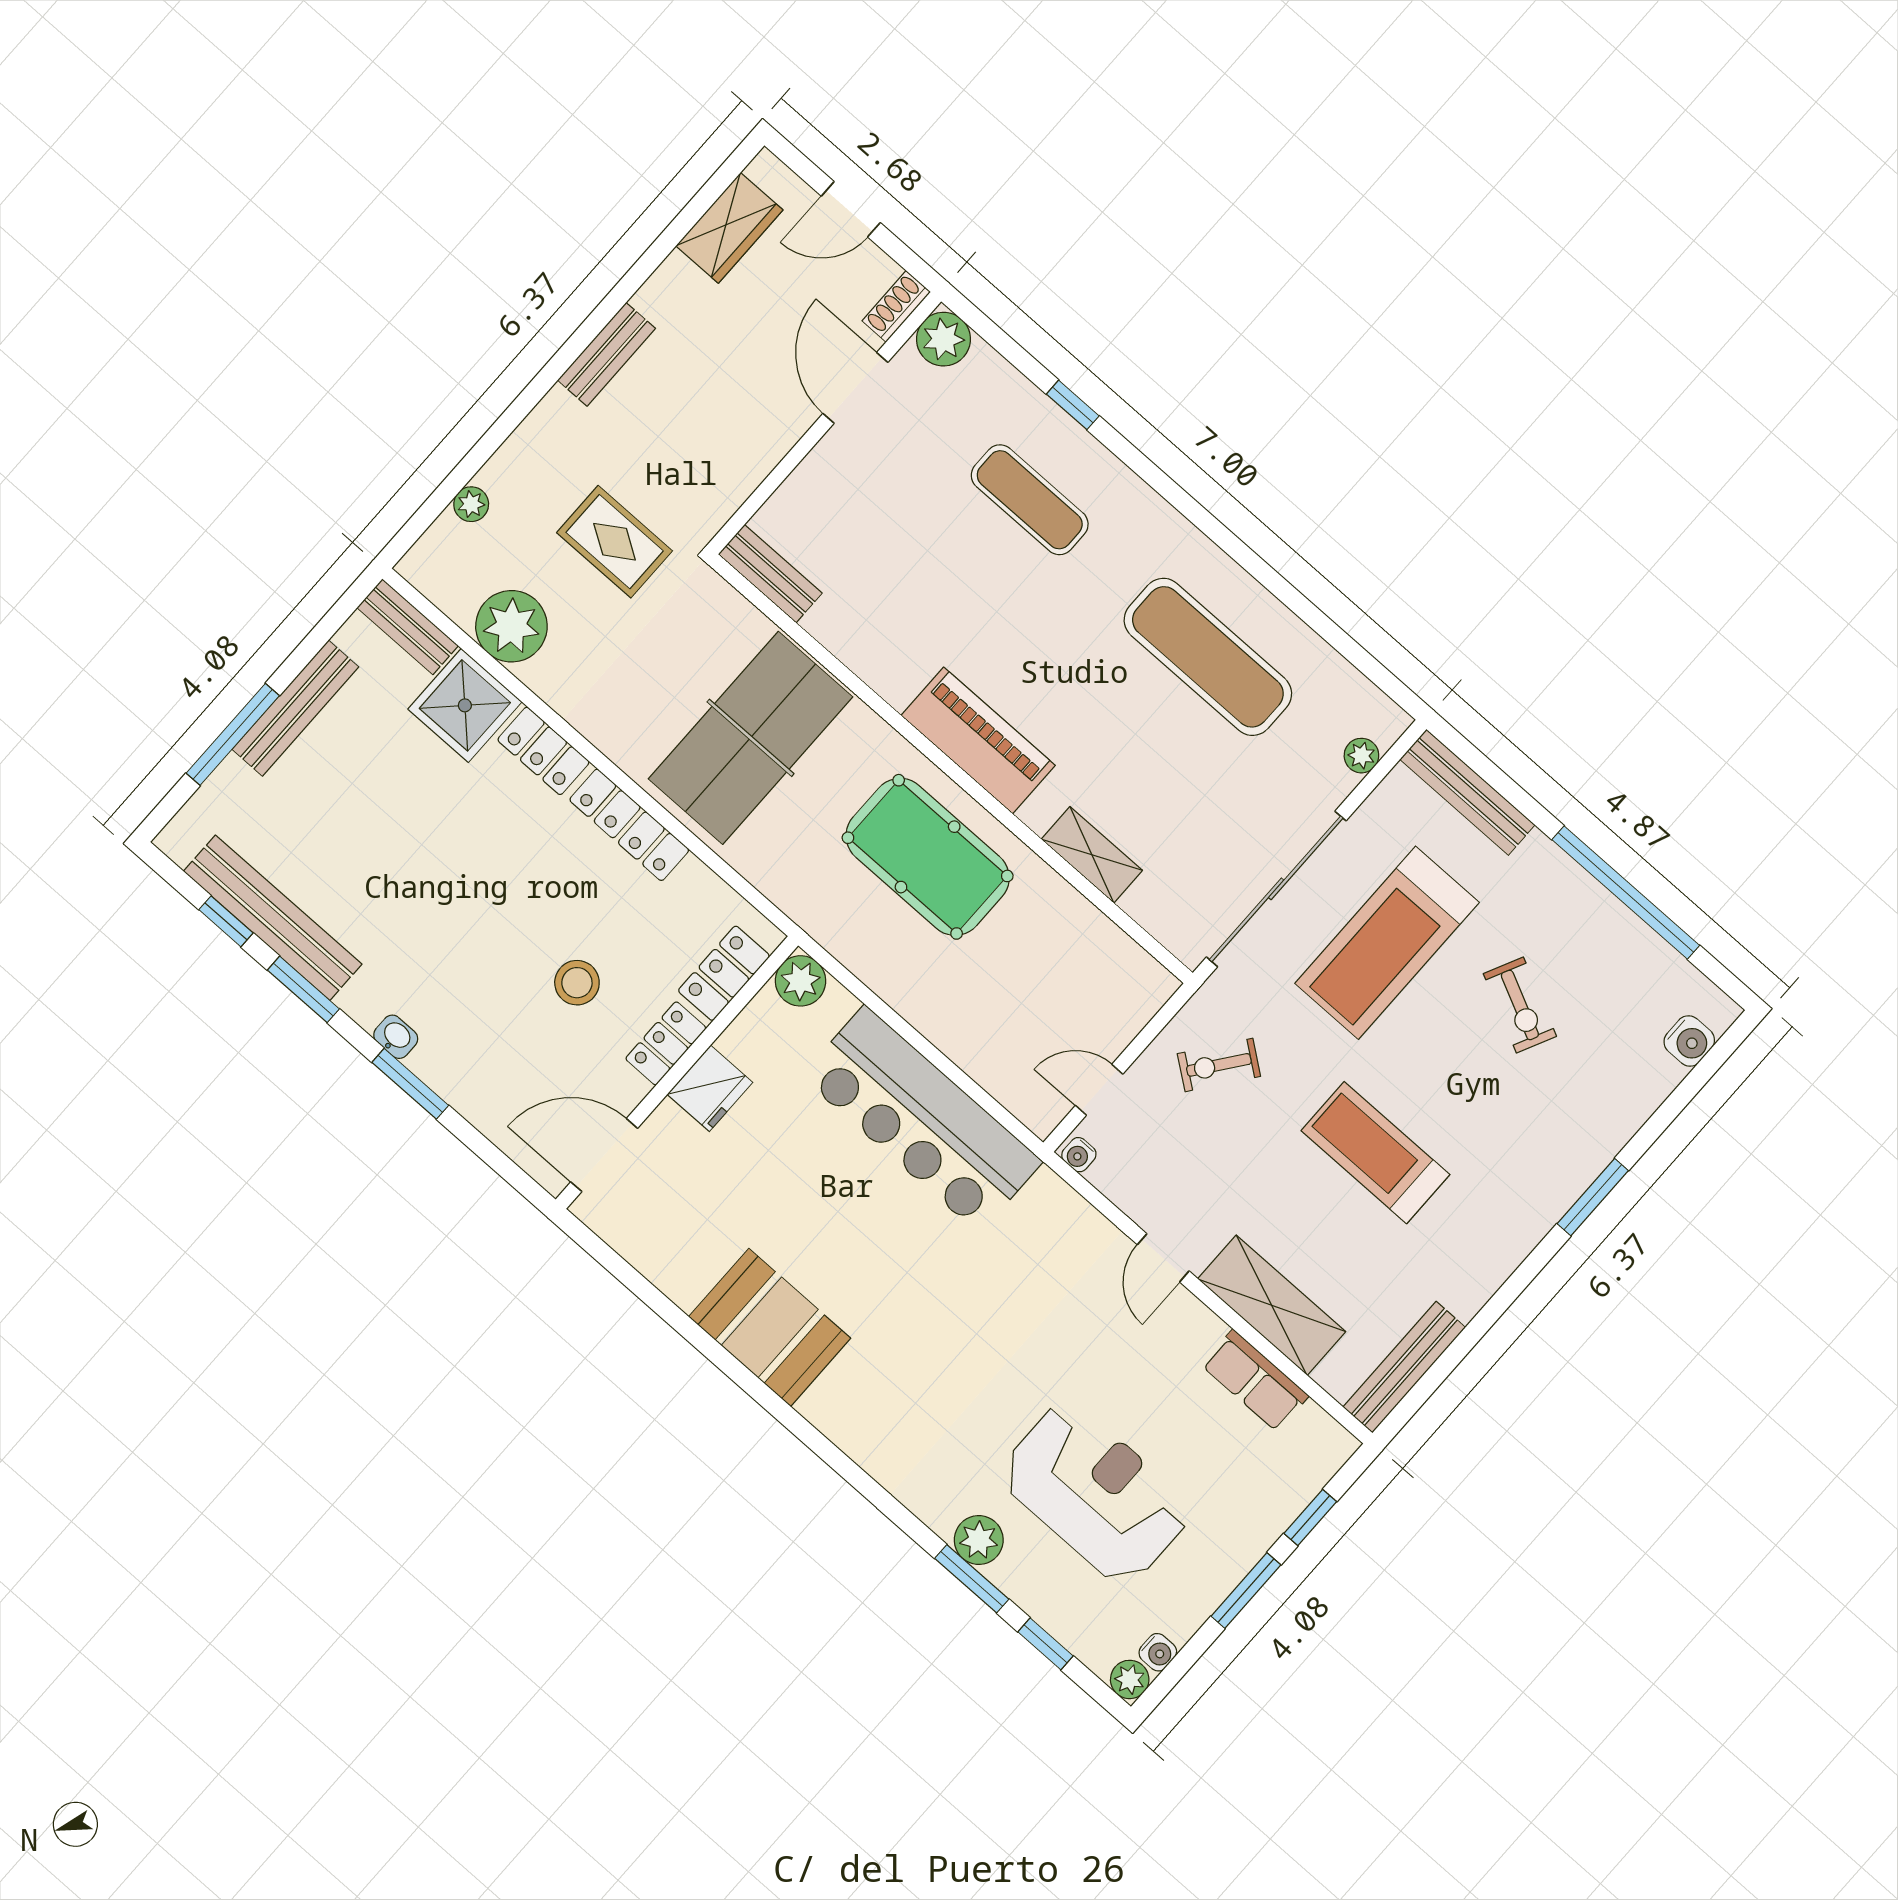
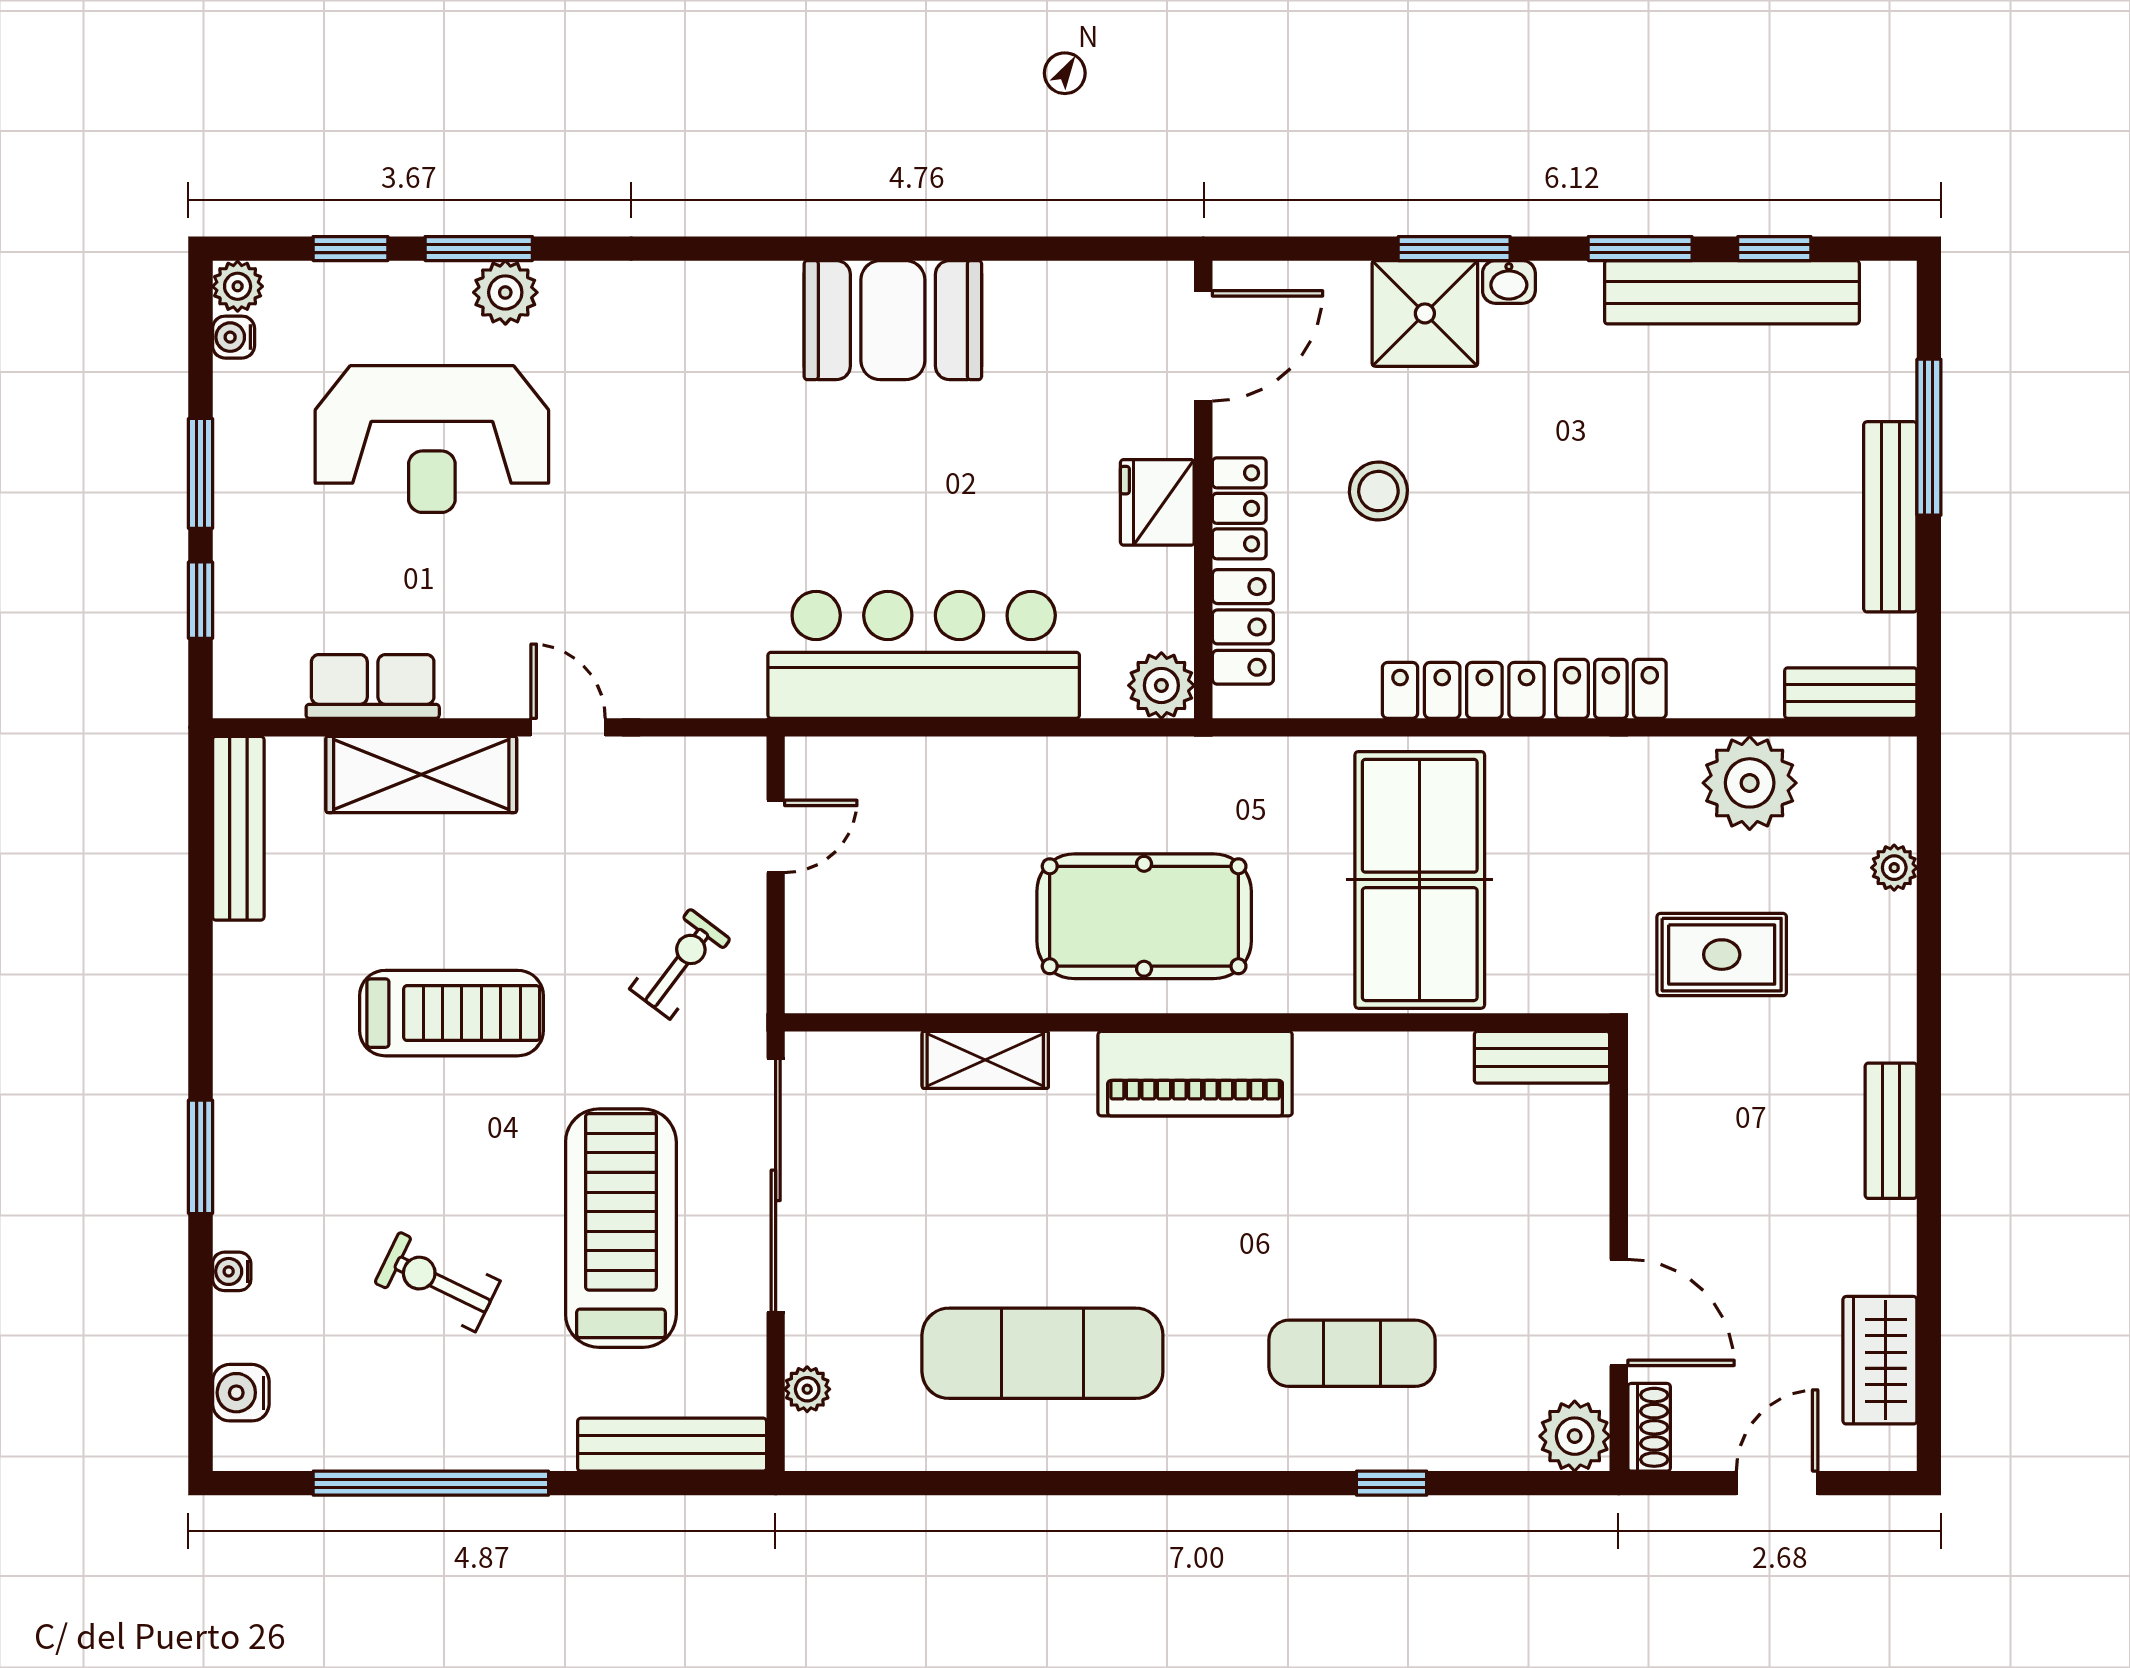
shower: (465, 705) -> (1425, 313), moved
water cooler: (1079, 1155) -> (232, 1271), moved, turned -90

